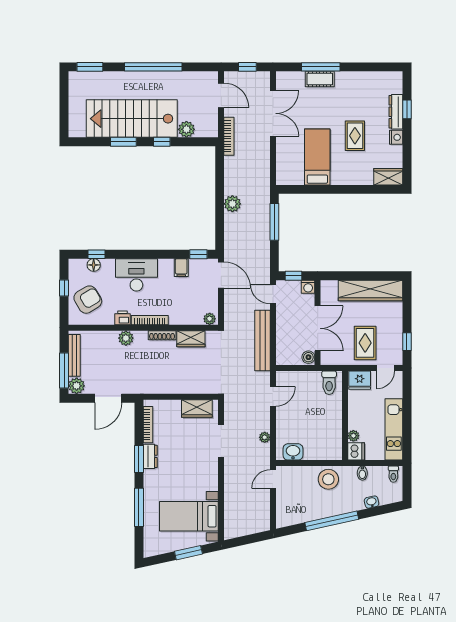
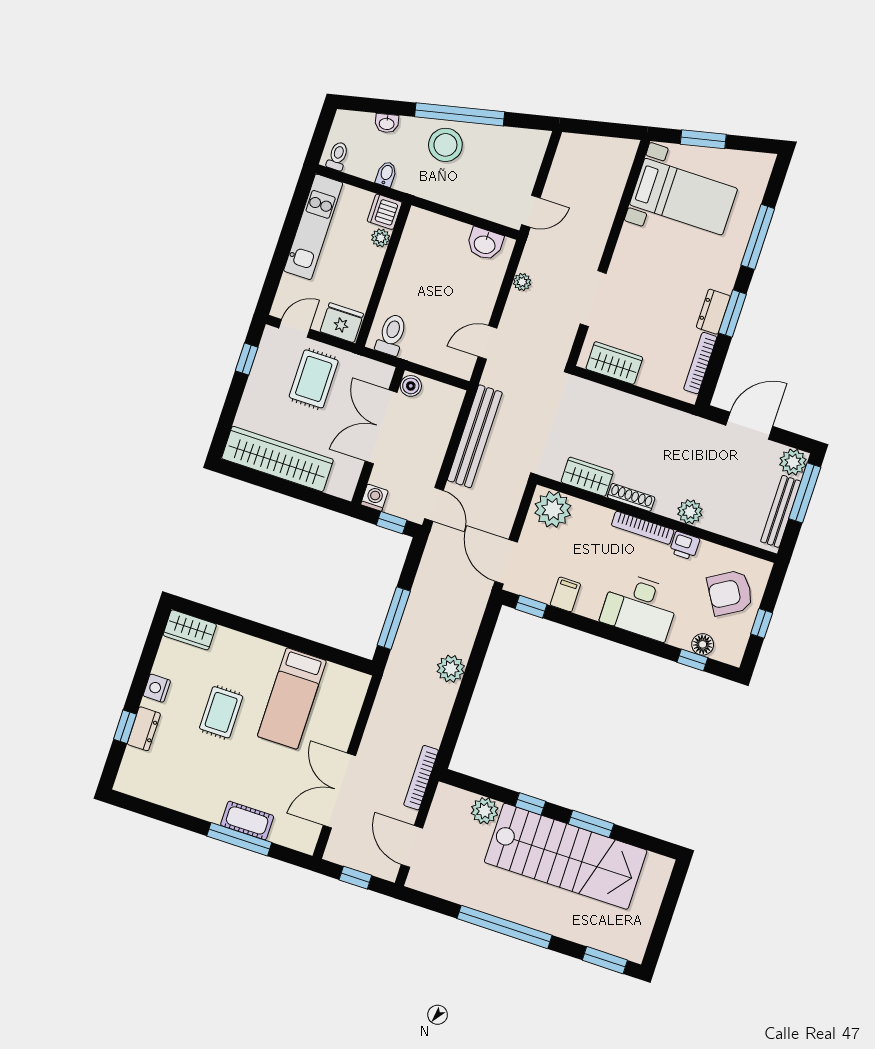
dresser: (396, 112) -> (144, 729), width x0.70
plant: (210, 319) -> (553, 509), width x1.88, depth x1.88
stool: (328, 479) -> (445, 145), moved

